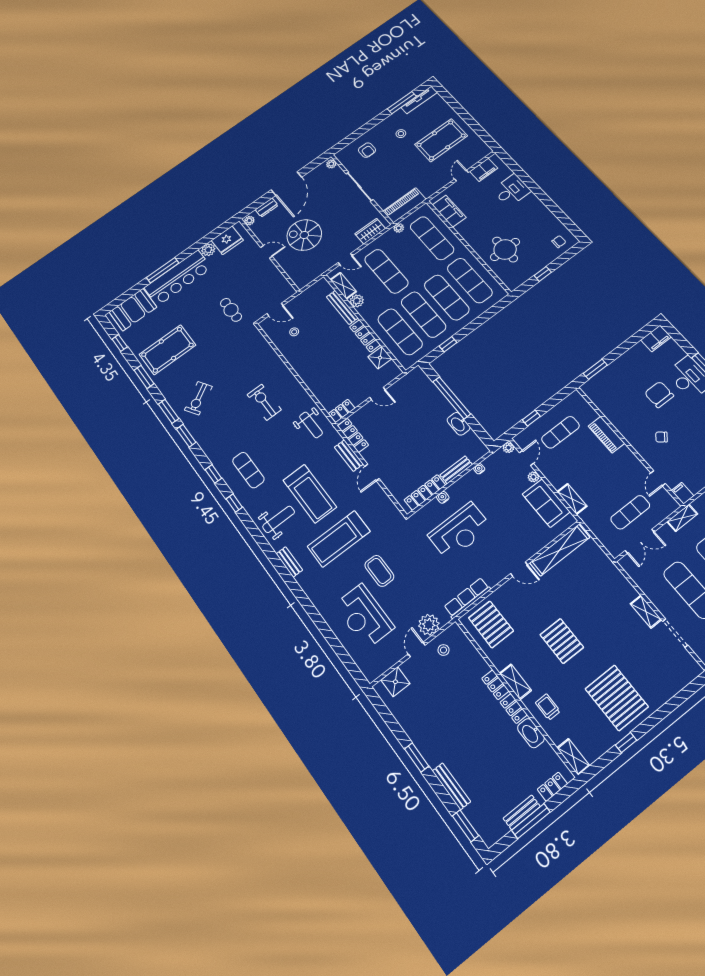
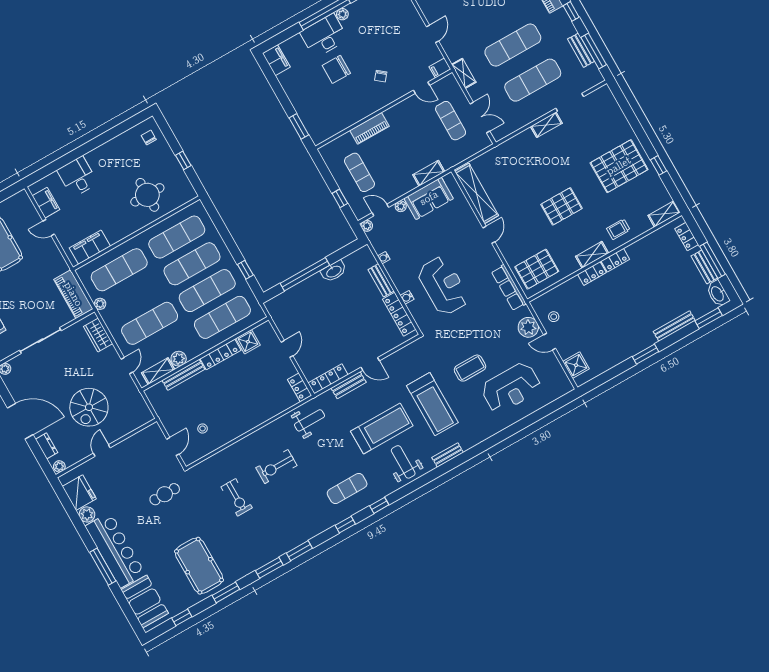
exercise bike: (198, 398) -> (237, 497), moved, turned 32
washbasin: (531, 733) -> (718, 294), moved, turned 90

